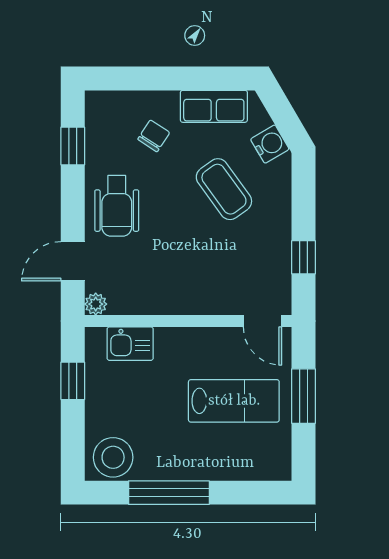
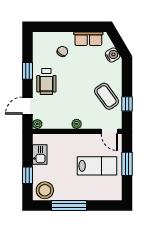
window: (73, 146) -> (27, 71), moved
coffee table: (224, 189) -> (107, 96), moved
plant: (186, 304) -> (77, 124), added
kitchen sink: (130, 344) -> (40, 155), moved, turned -90
window: (73, 381) -> (27, 175), moved

